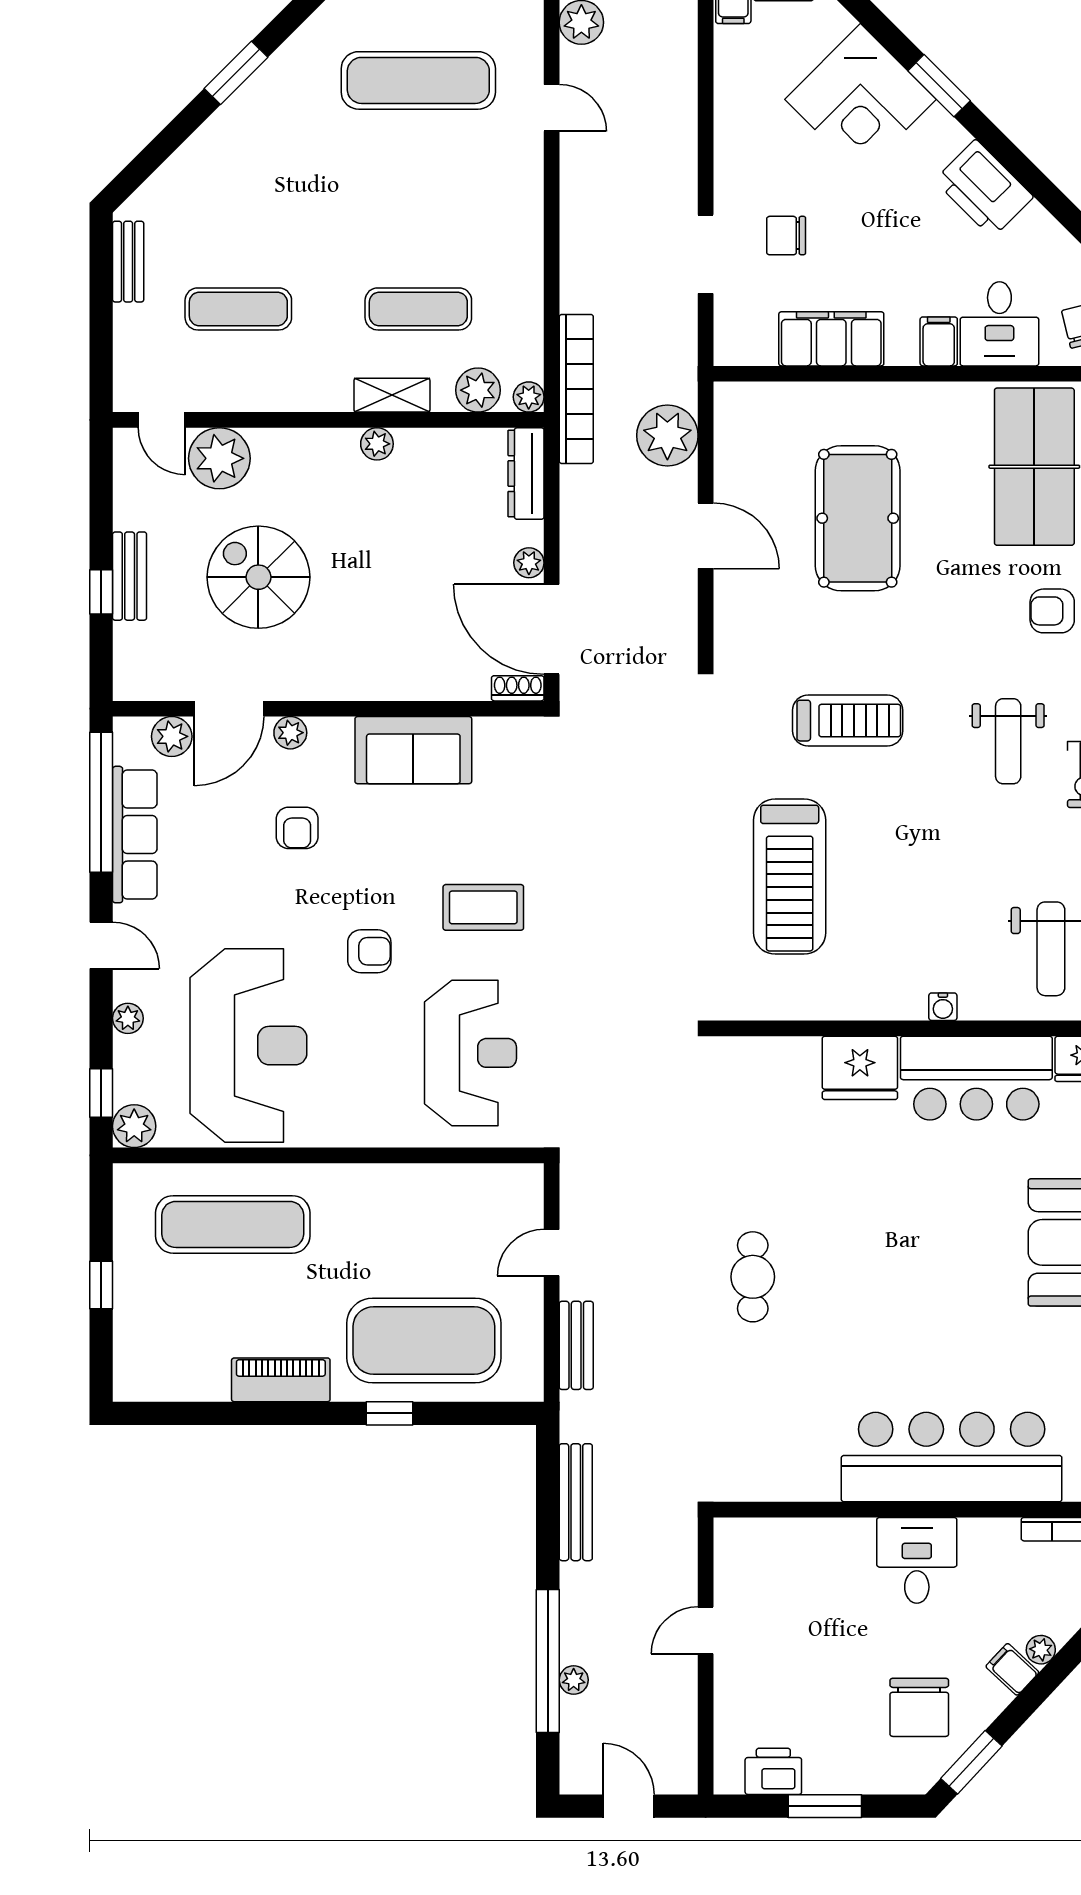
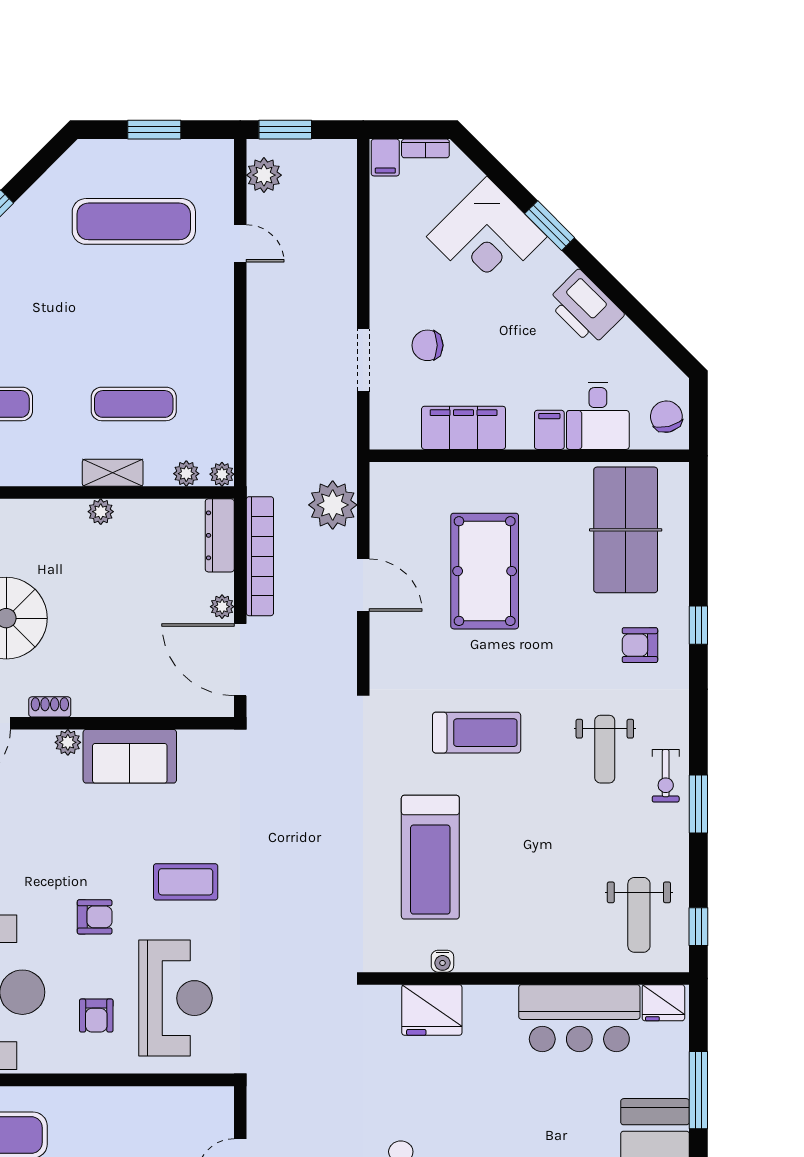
bookcase: (576, 389) -> (260, 556), moved
plant: (478, 390) -> (186, 474), width x0.73, depth x0.73
shoe rack: (518, 688) -> (50, 707), moved
plant: (290, 733) -> (68, 742), moved
armchair: (297, 828) -> (96, 1016), moved
water cooler: (943, 1007) -> (442, 961), moved
fridge: (860, 1068) -> (432, 1010), moved

